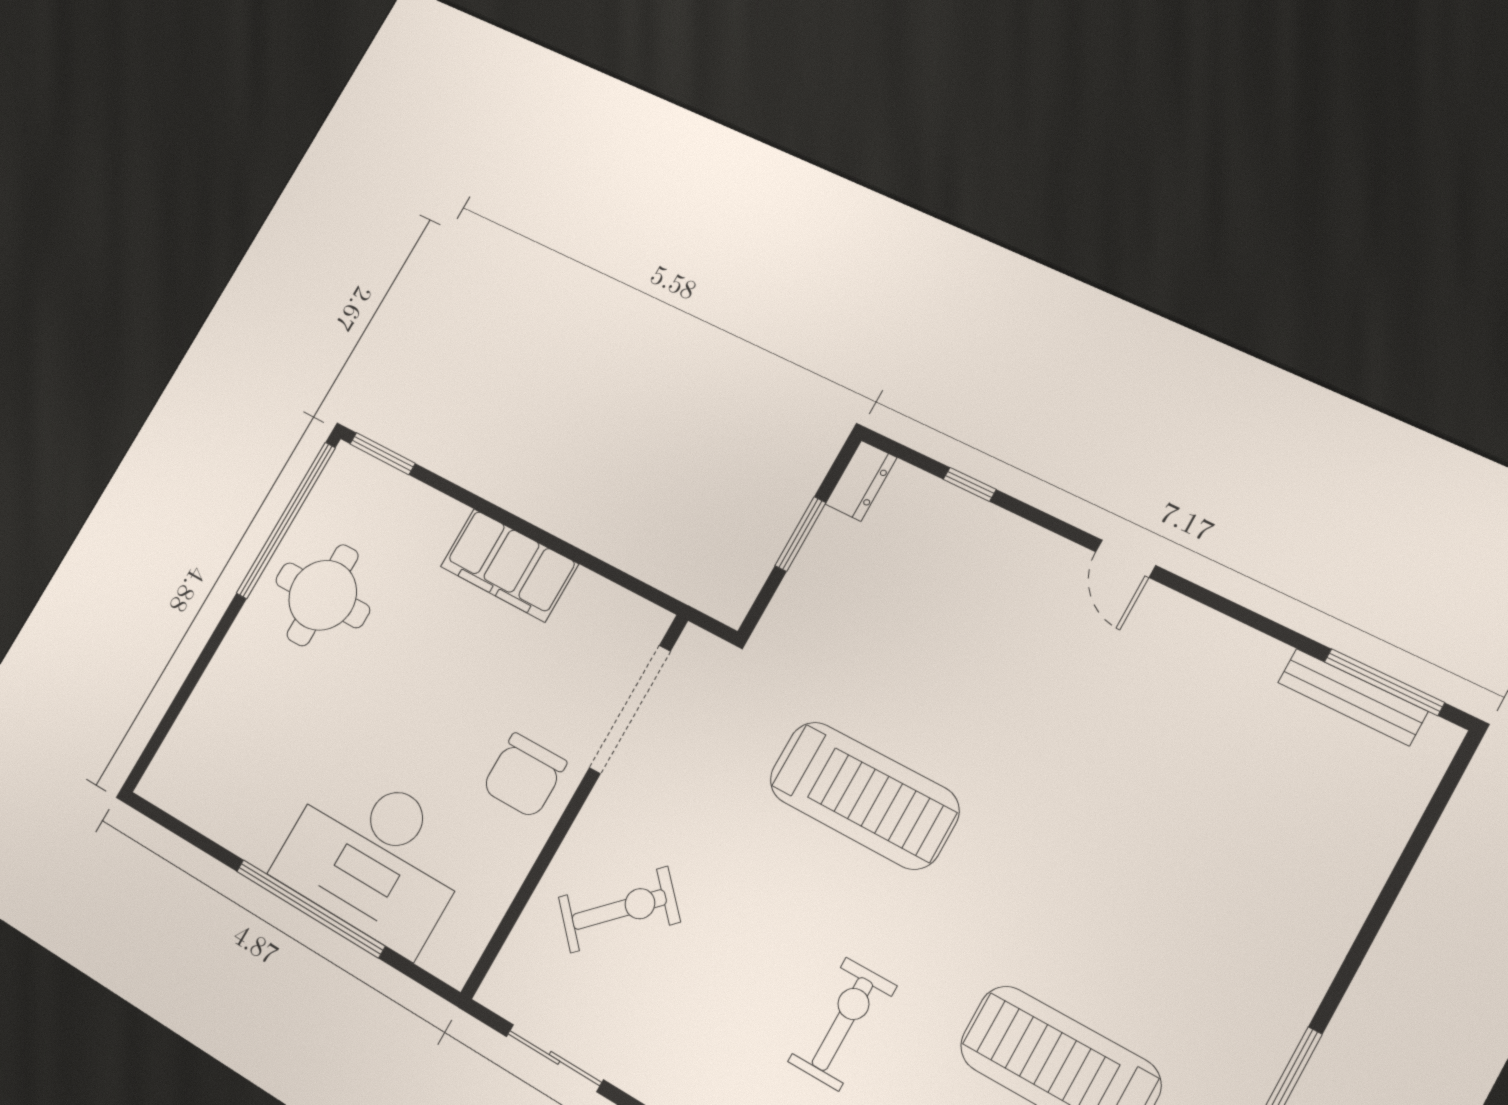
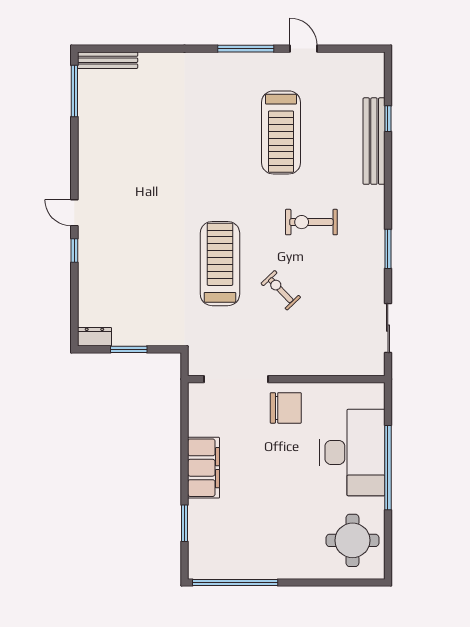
window: (382, 454) -> (185, 523), moved
window: (970, 484) -> (74, 250), moved
door: (1125, 559) -> (74, 213), swing flipped
round table: (323, 595) -> (352, 540), moved
bench: (1352, 697) -> (108, 60), moved, turned 90
exercise bike: (619, 910) -> (281, 290), moved, width x0.73, depth x0.72

